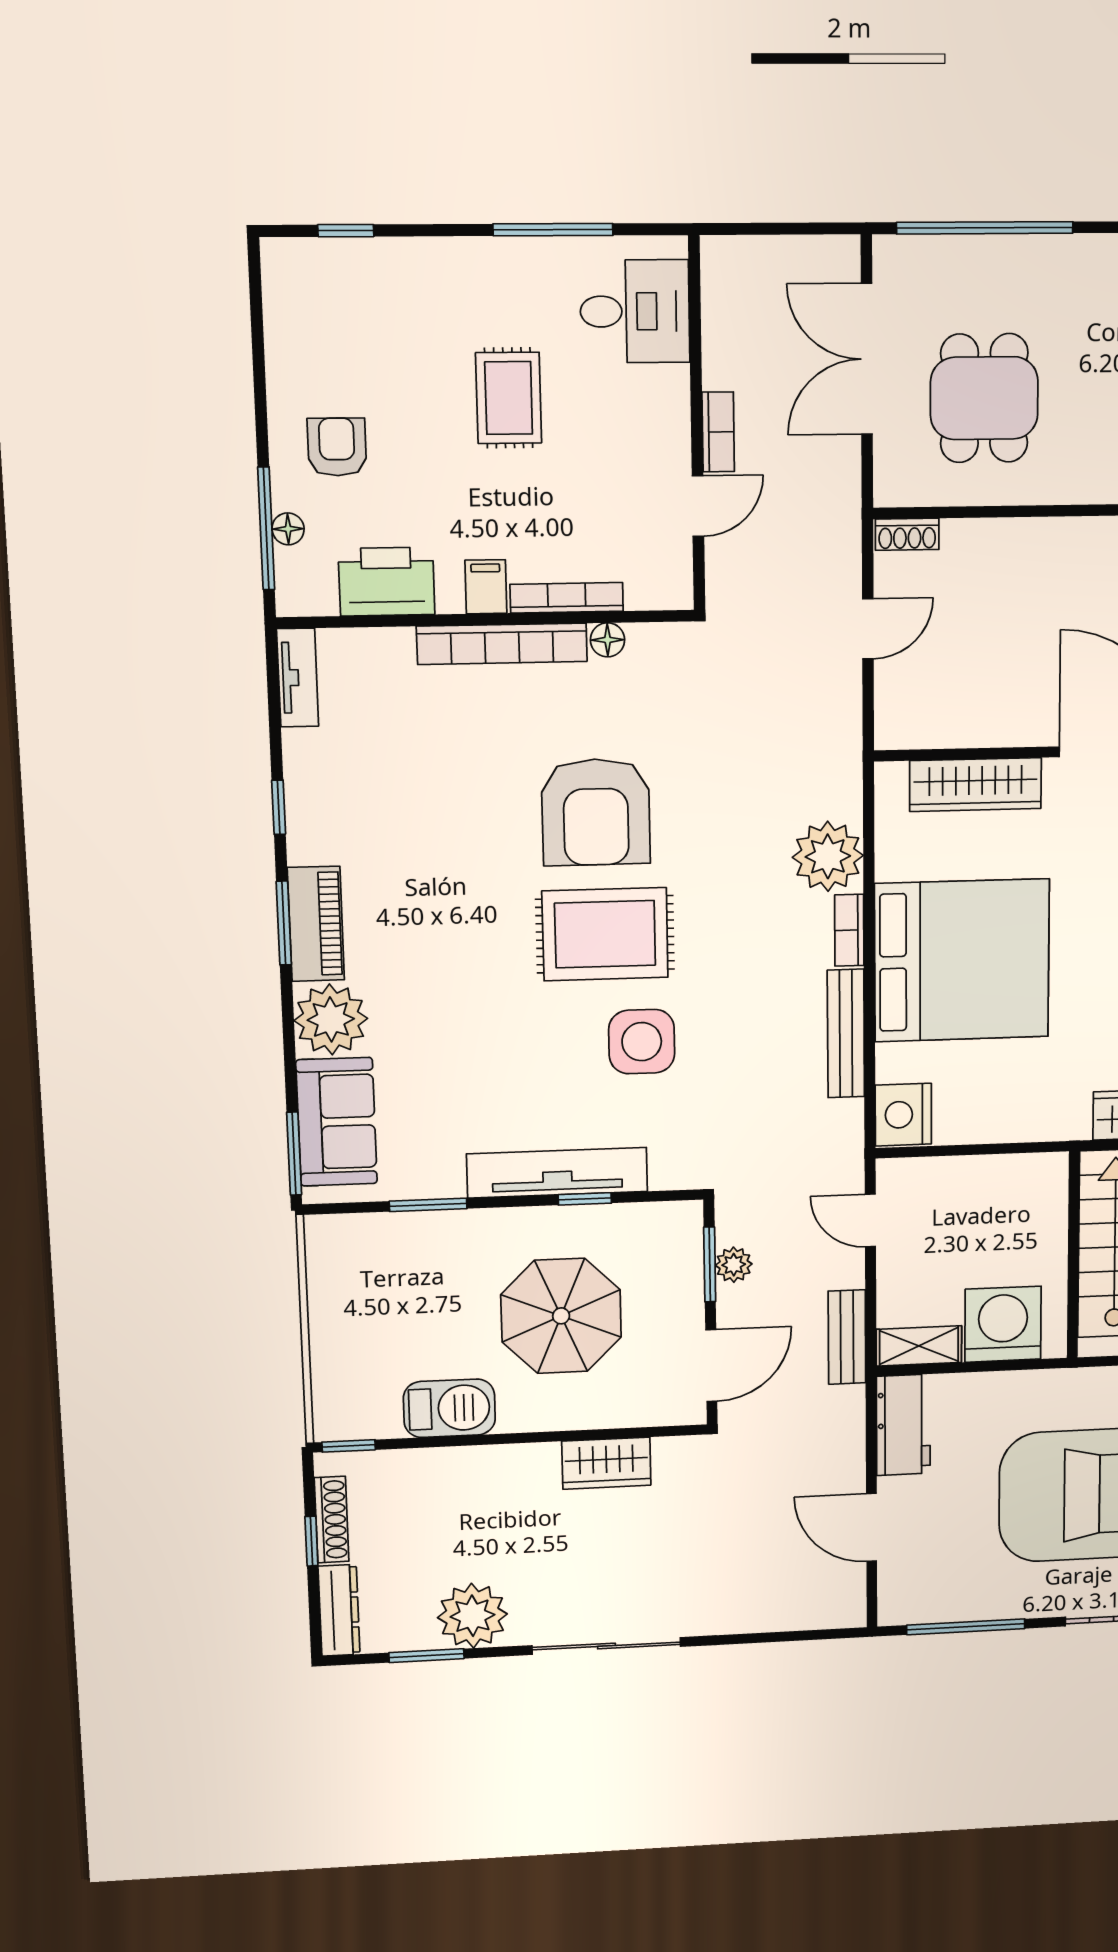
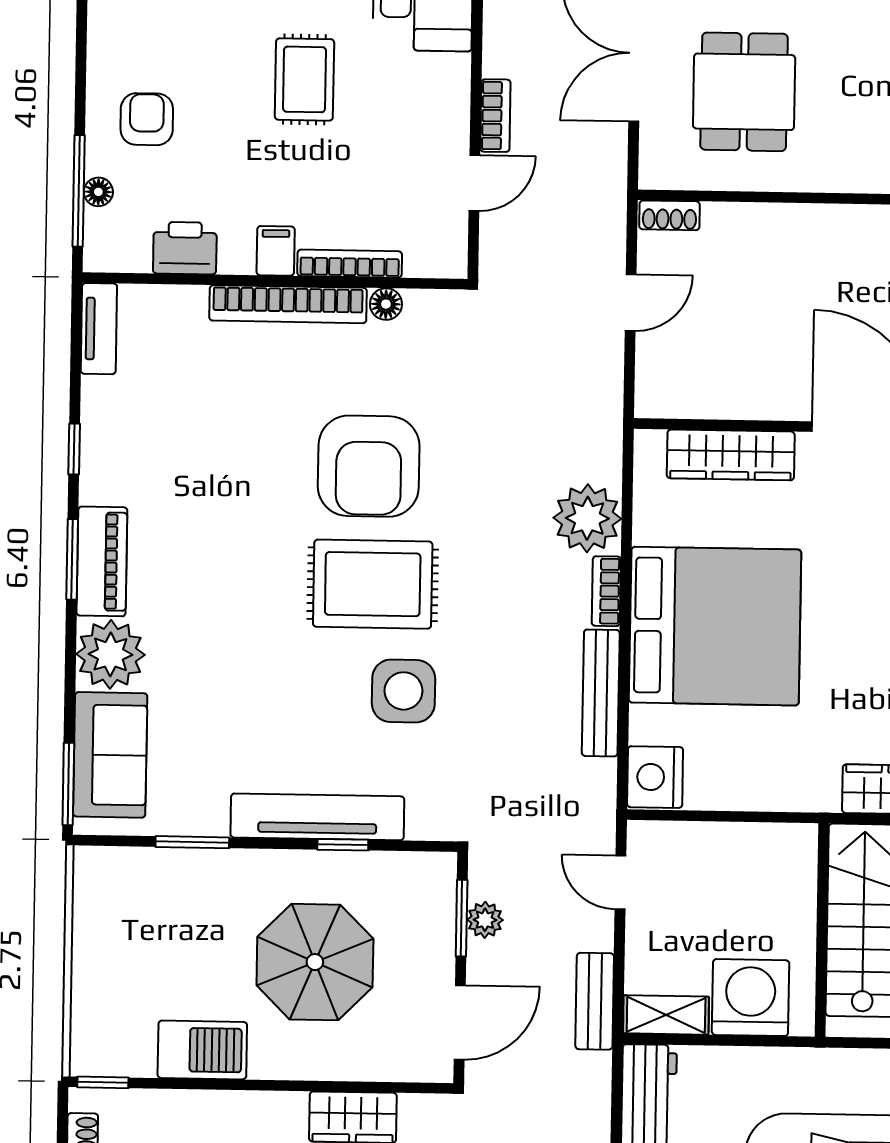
printer: (387, 582) -> (185, 248), width x0.73, depth x0.84

